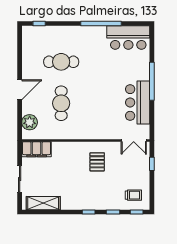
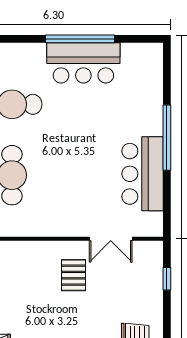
bar counter: (128, 38) -> (83, 63), moved
double door: (134, 141) -> (111, 239), moved

